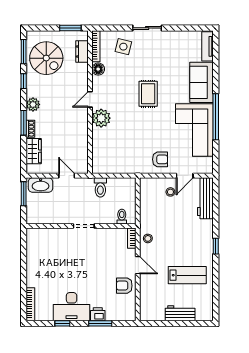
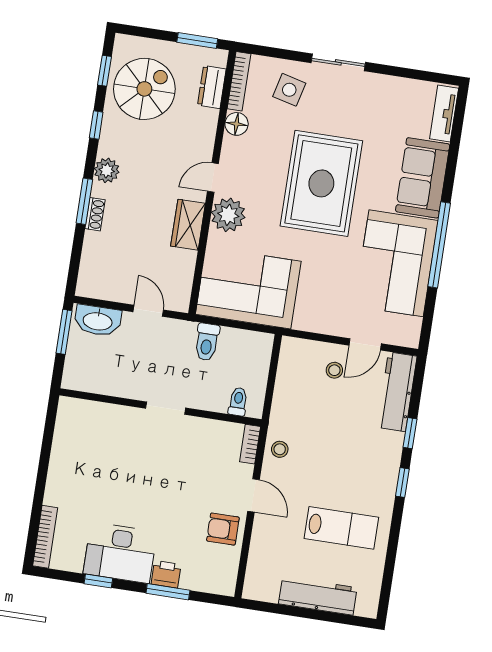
window: (24, 52) -> (105, 71), width x0.67
spiral stairs: (46, 58) -> (144, 89), turned -90
rug: (148, 94) -> (321, 183), width x1.86, depth x2.06
wardrobe: (34, 151) -> (188, 225), moved, turned 180
corner sofa: (118, 155) -> (248, 288), added
armchair: (160, 159) -> (325, 307), removed
window: (216, 219) -> (410, 433), added
workbench: (180, 313) -> (318, 596), width x1.38

